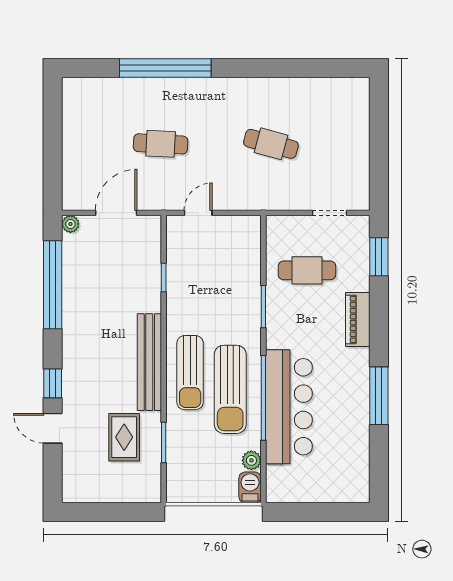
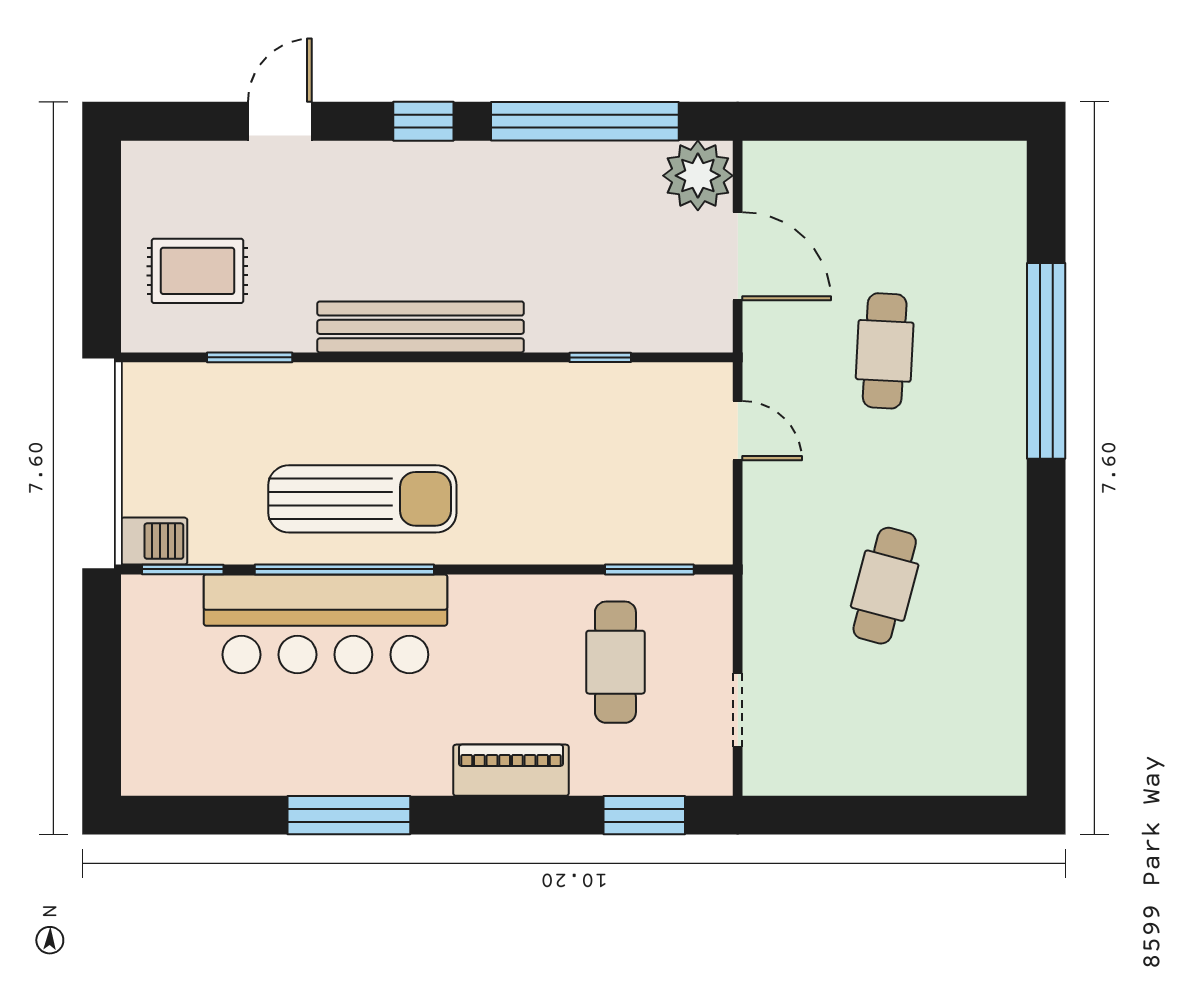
plant: (70, 224) -> (698, 176), width x1.87, depth x1.87
window: (263, 307) -> (649, 569), moved
sun lounger: (190, 373) -> (398, 413), removed
window: (53, 383) -> (423, 121), moved
sun lounger: (230, 389) -> (362, 499), turned 180
rug: (124, 437) -> (198, 271), moved
plant: (251, 460) -> (211, 544), removed
window: (263, 474) -> (183, 569), added

